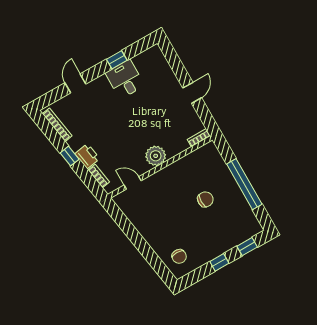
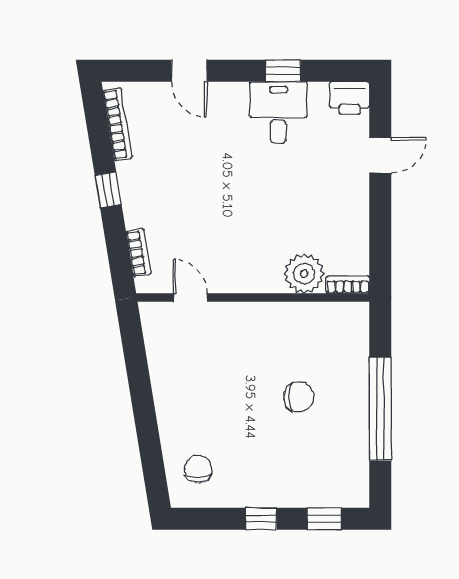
door: (75, 83) -> (189, 71), swing flipped
door: (192, 93) -> (380, 155), moved
printer: (87, 156) -> (350, 98), moved, turned 99
plant: (156, 156) -> (304, 274), moved
chair: (179, 256) -> (198, 469), turned 180

